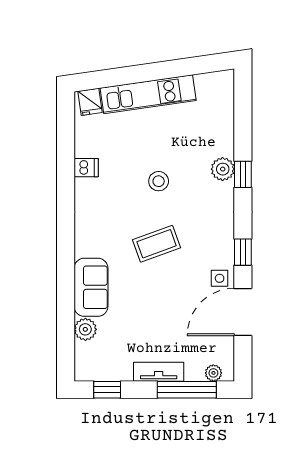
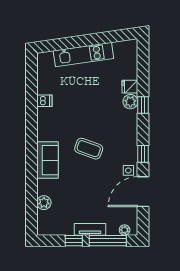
fridge: (90, 102) -> (130, 87), moved, turned 98
stool: (159, 181) -> (90, 109), removed
coffee table: (157, 244) -> (89, 149), turned 40
sofa: (91, 287) -> (47, 160), moved
window: (107, 390) -> (74, 241), moved

